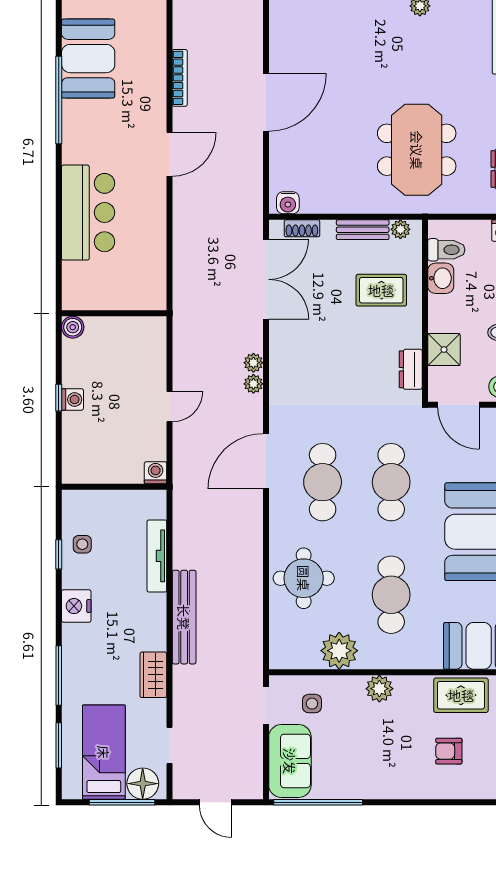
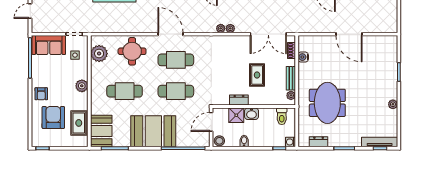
meeting table: (417, 150) -> (327, 103), turned 90
water cooler: (288, 203) -> (303, 57), moved
washbasin: (441, 278) -> (251, 114), moved
rug: (381, 290) -> (257, 75), moved
dresser: (411, 369) -> (239, 100), moved
door: (266, 461) -> (171, 34), moved
plant: (339, 651) -> (99, 54), moved
armchair: (449, 751) -> (53, 117), width x1.88, depth x1.88
armchair: (397, 778) -> (41, 94), added

